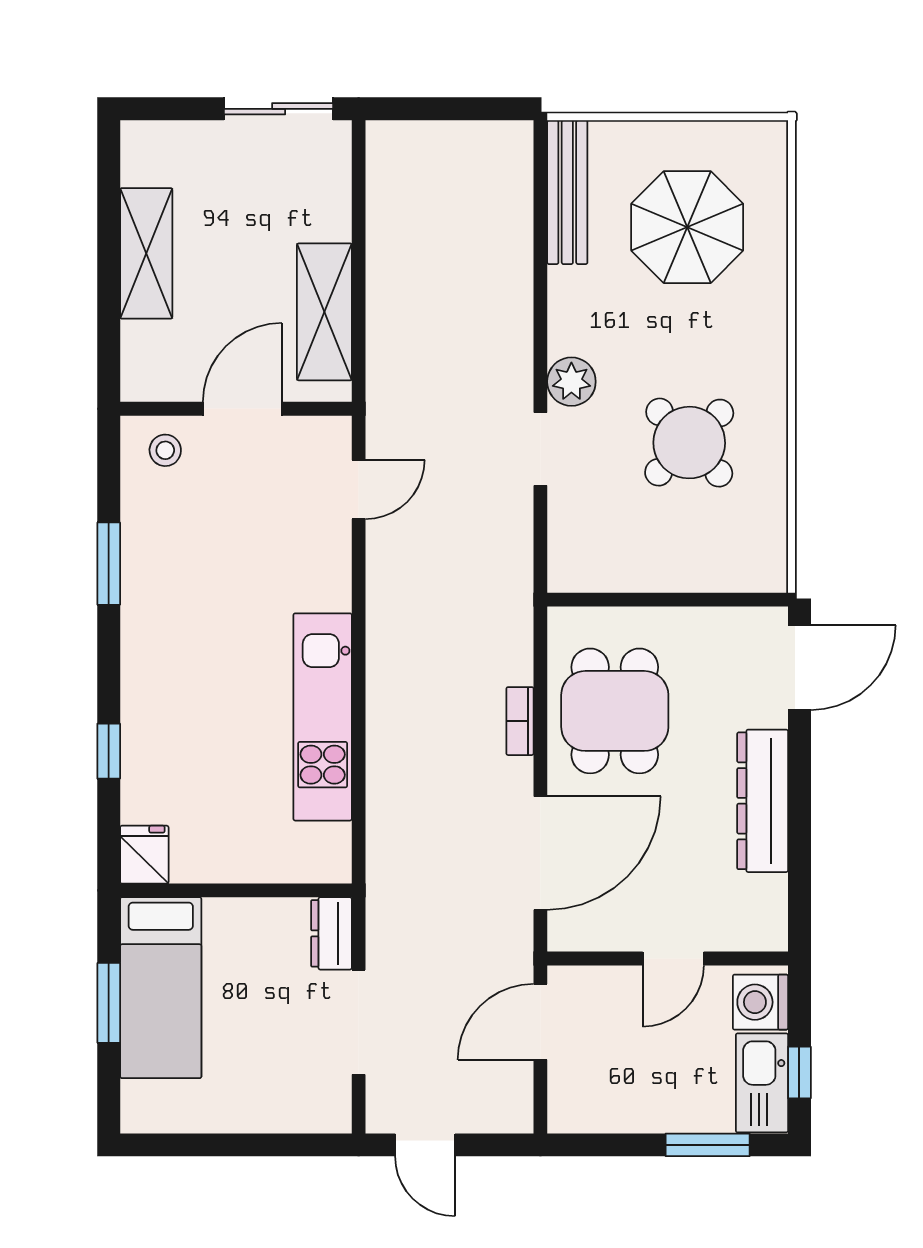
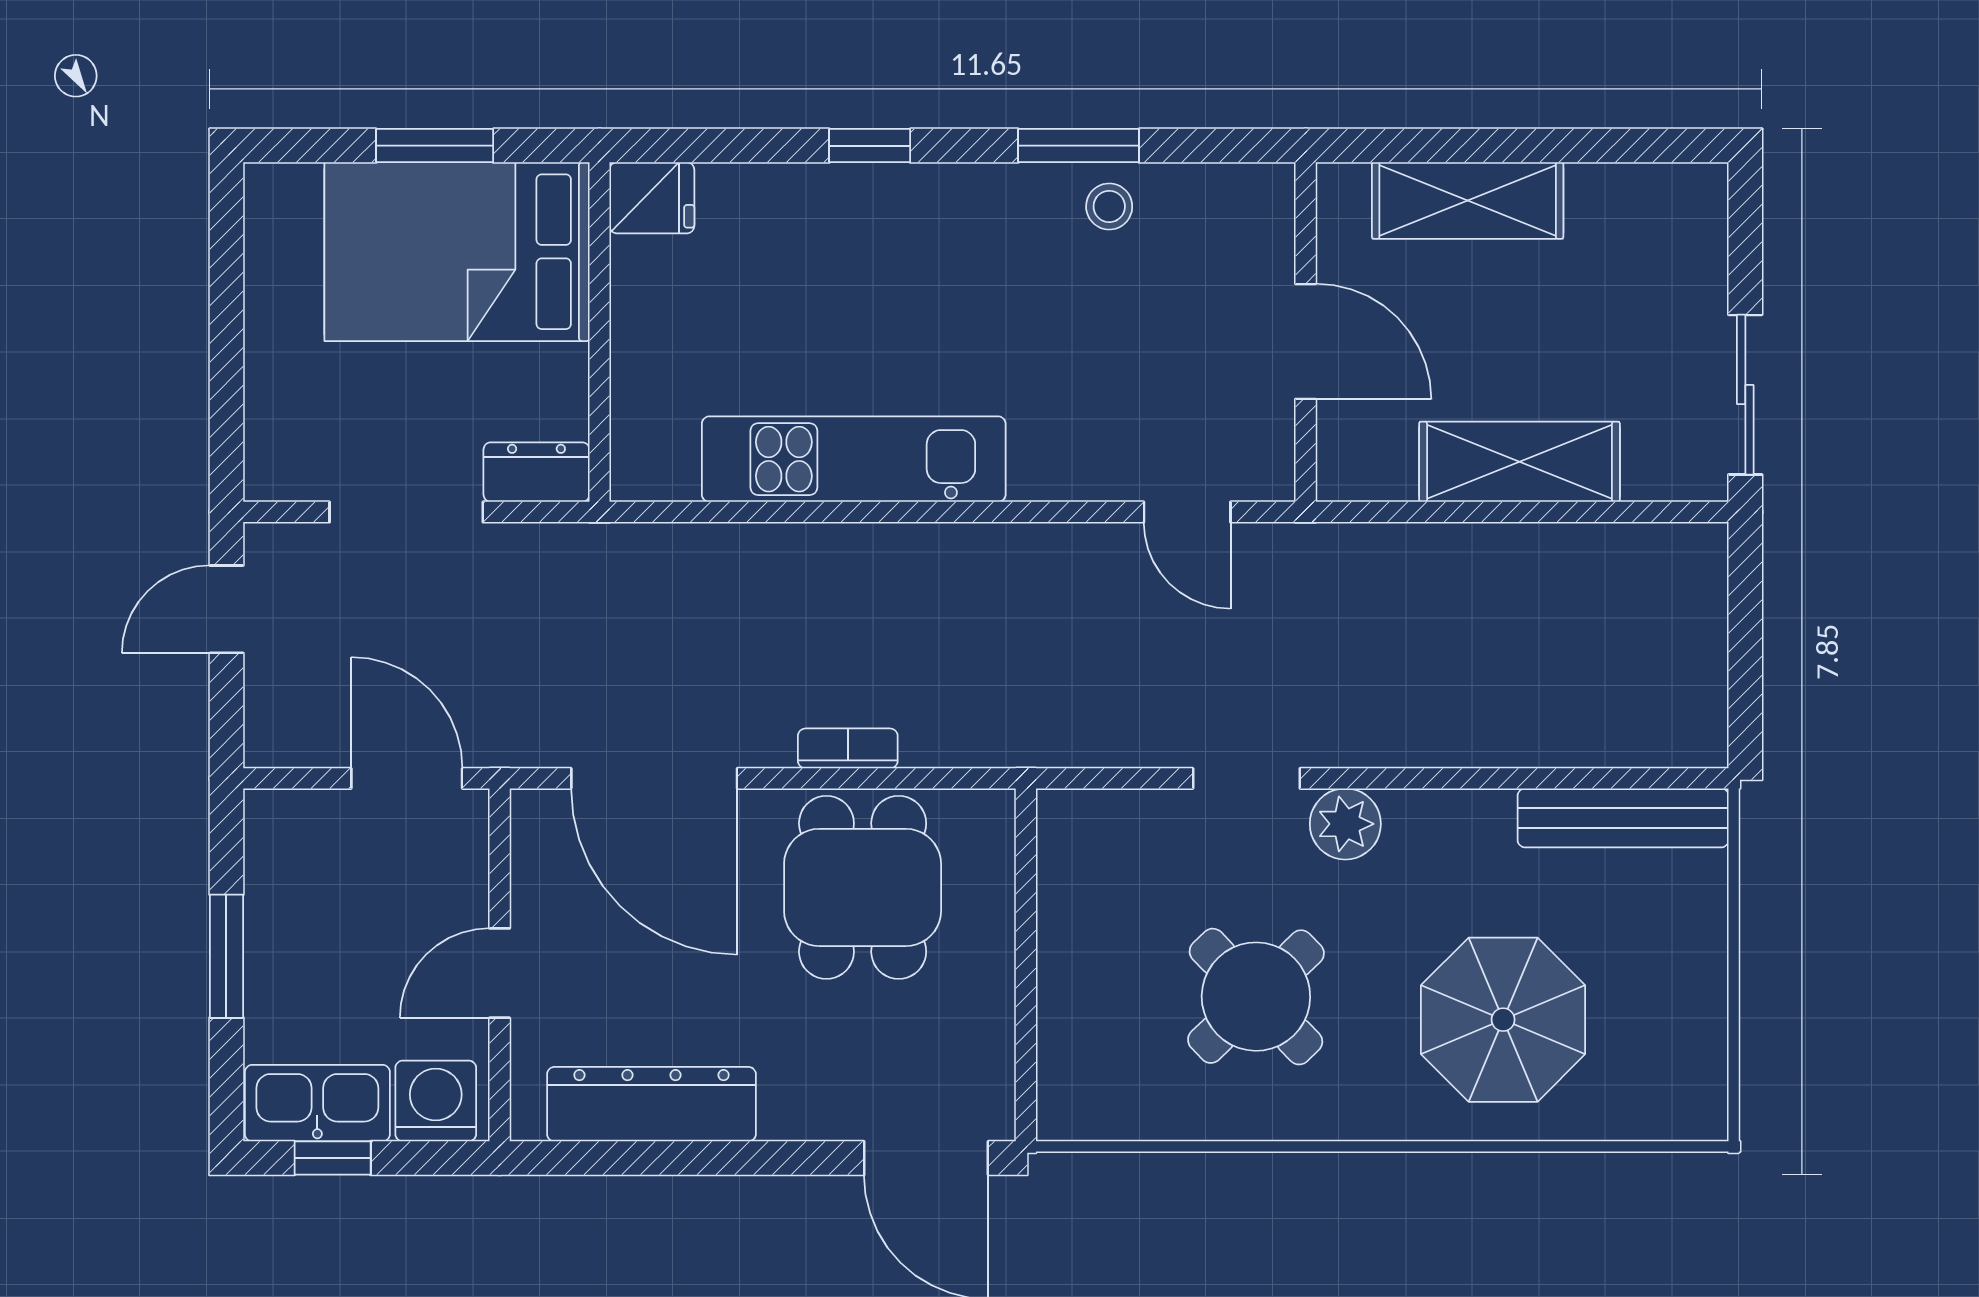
parasol: (687, 227) -> (1503, 1020), moved
shelving: (146, 253) -> (1468, 201), moved
shelving: (324, 312) -> (1519, 462), moved
stool: (165, 450) -> (1109, 206), moved
dining table: (615, 711) -> (863, 887), turned 90
window: (109, 751) -> (870, 146), moved
dresser: (763, 801) -> (651, 1104), moved
door: (673, 959) -> (500, 973), hinge flipped
bed: (161, 988) -> (457, 252), width x1.50
window: (708, 1145) -> (226, 956), moved

